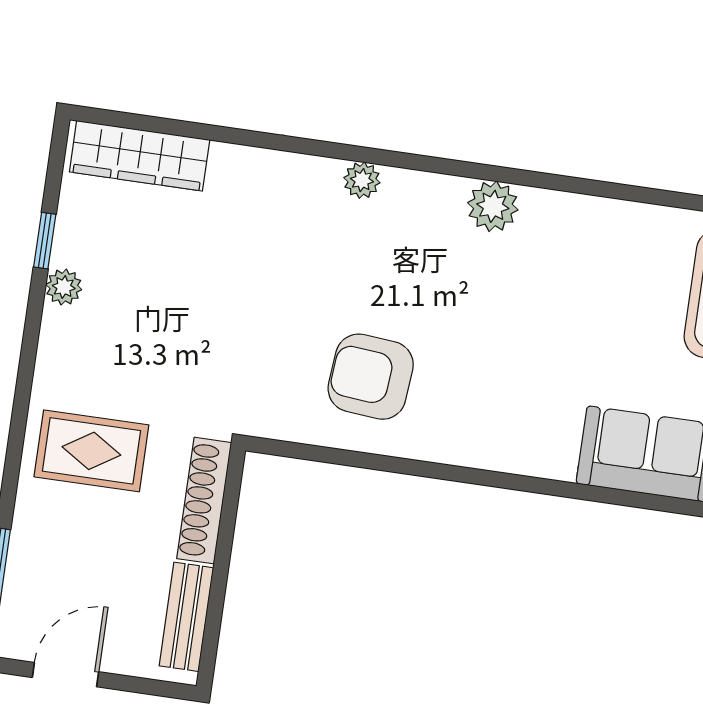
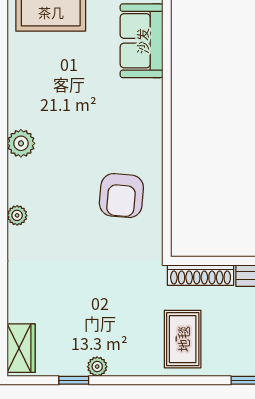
wardrobe: (140, 156) -> (21, 348), width x0.67

